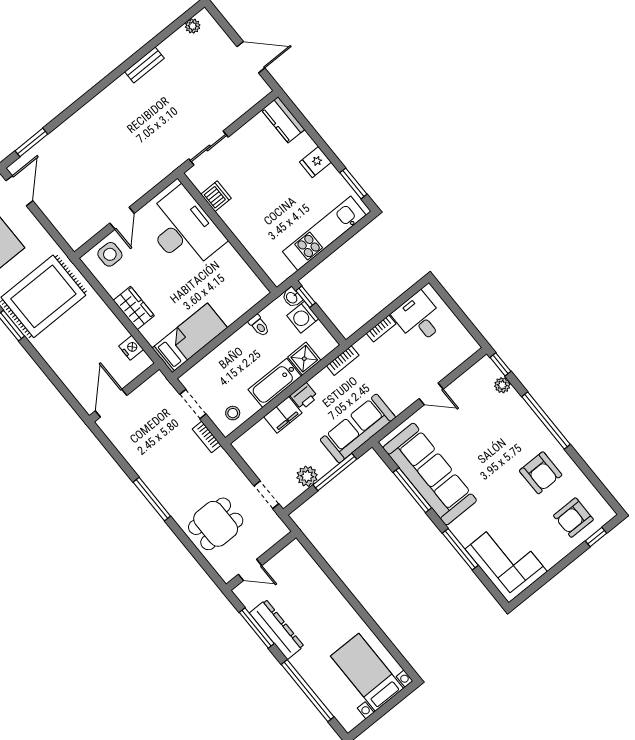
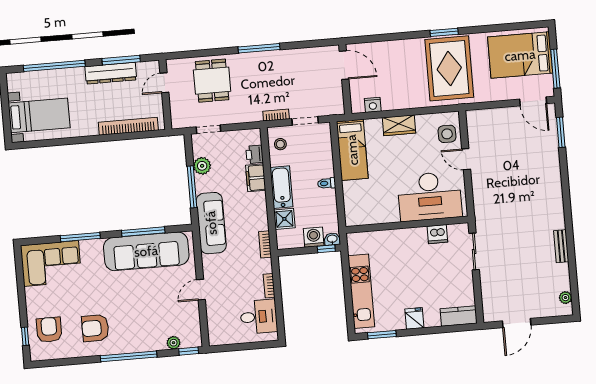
toilet: (259, 326) -> (327, 183), moved
printer: (304, 396) -> (255, 154), moved
bookcase: (318, 576) -> (128, 126), added

